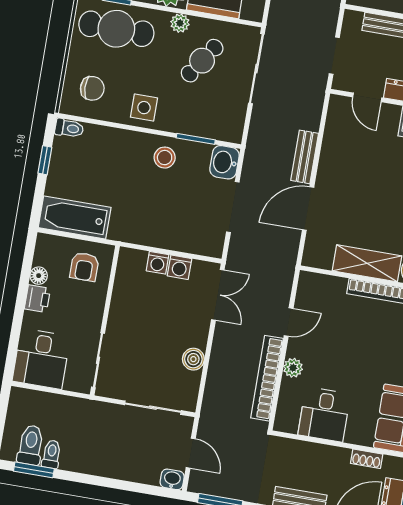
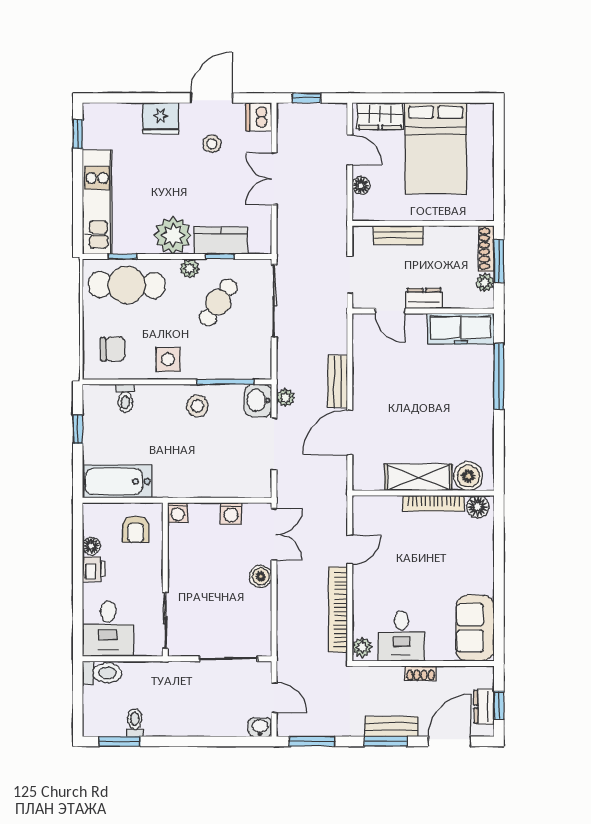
window: (211, 17) -> (220, 256), added
toilet: (69, 128) -> (125, 398), moved, turned 90
window: (196, 139) -> (225, 382), width x1.44
plant: (252, 164) -> (286, 398), added
washing machine: (158, 263) -> (178, 513), moved
boiler: (193, 359) -> (261, 576), moved
plant: (293, 368) -> (362, 647), moved
toilet: (31, 445) -> (102, 673), moved, turned 90
shoe rack: (367, 459) -> (421, 673), moved

